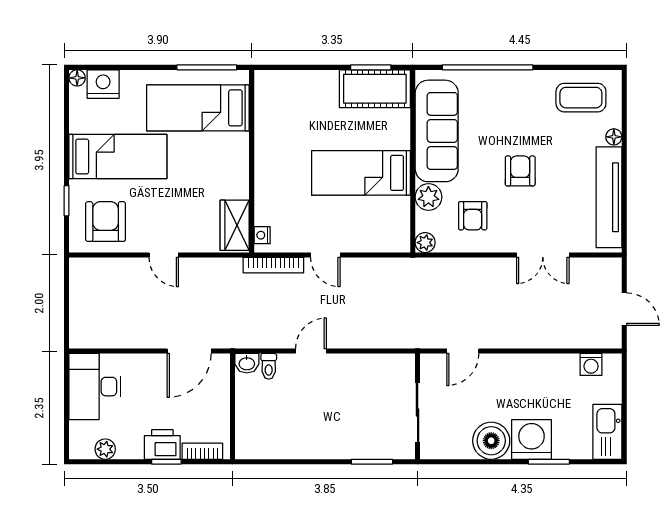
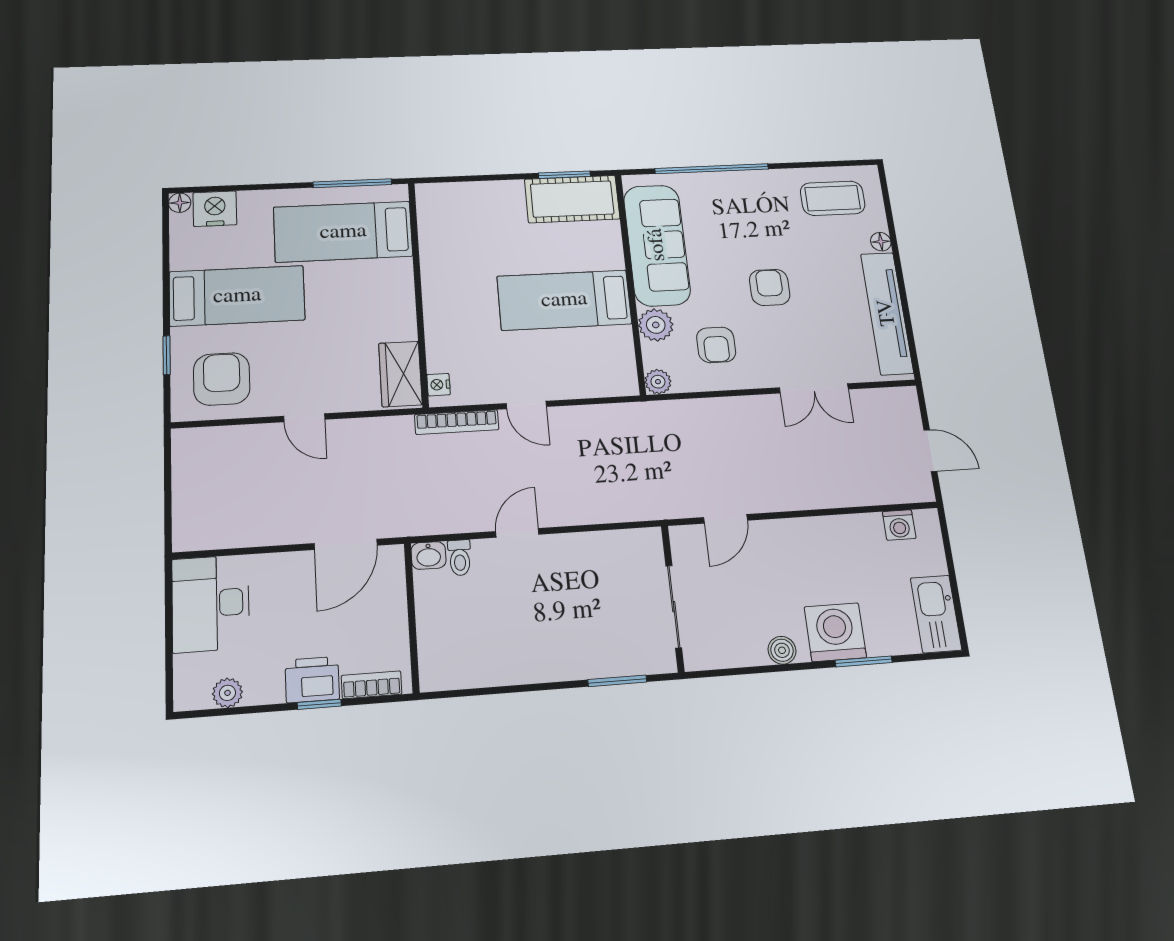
boiler: (491, 441) -> (782, 650), width x0.54, depth x0.54

